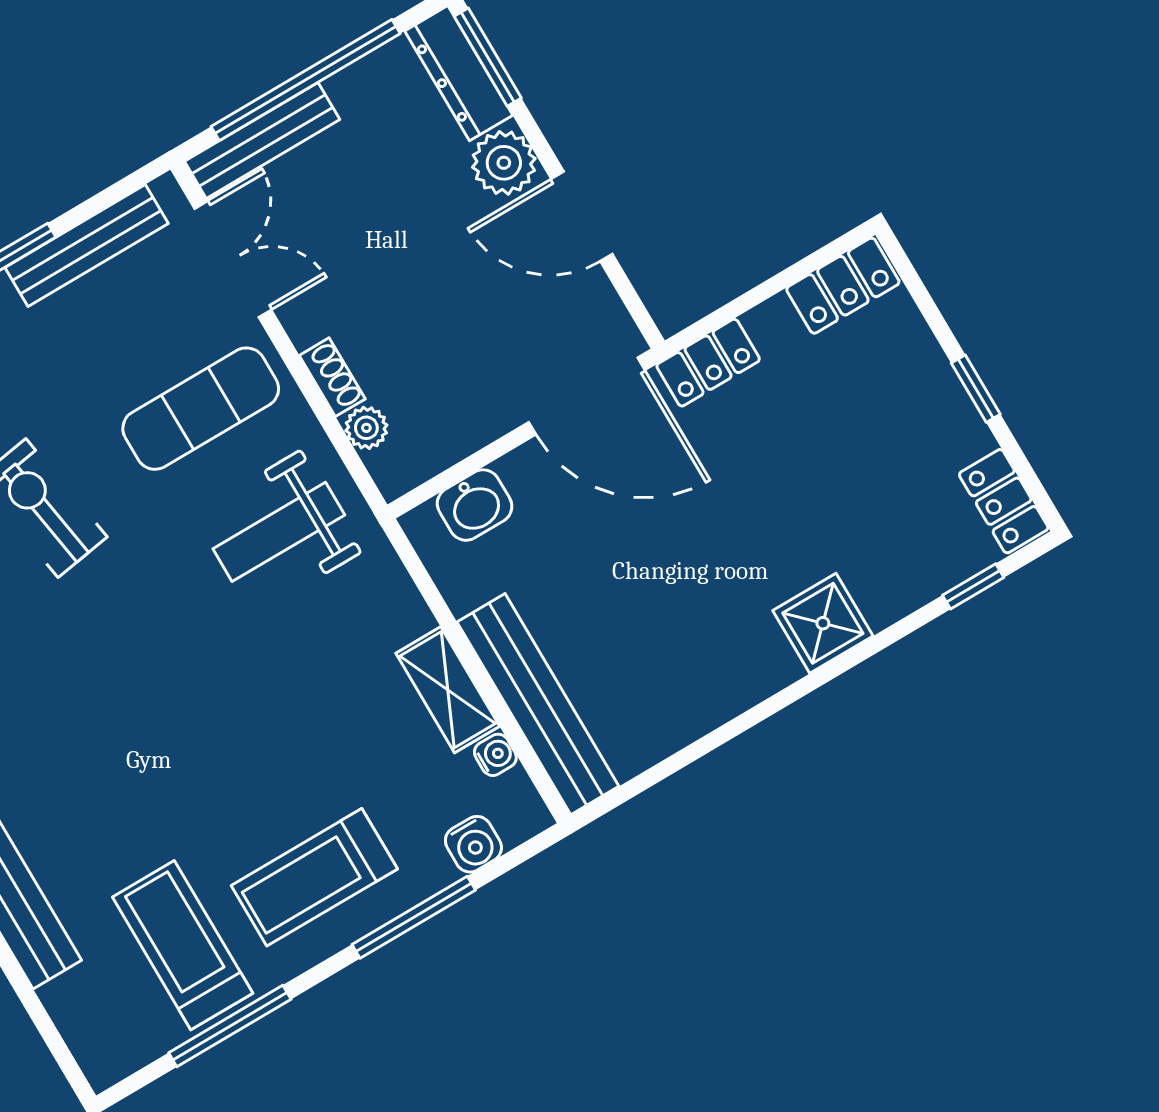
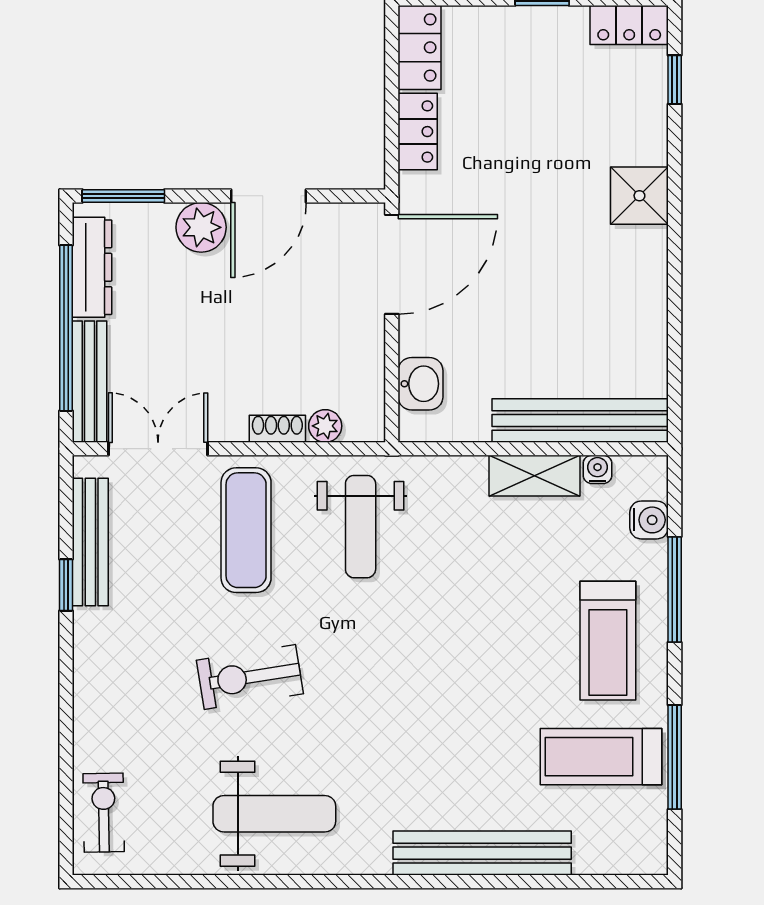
dresser: (459, 73) -> (92, 267), moved, turned -90
locker: (708, 363) -> (418, 132), moved

